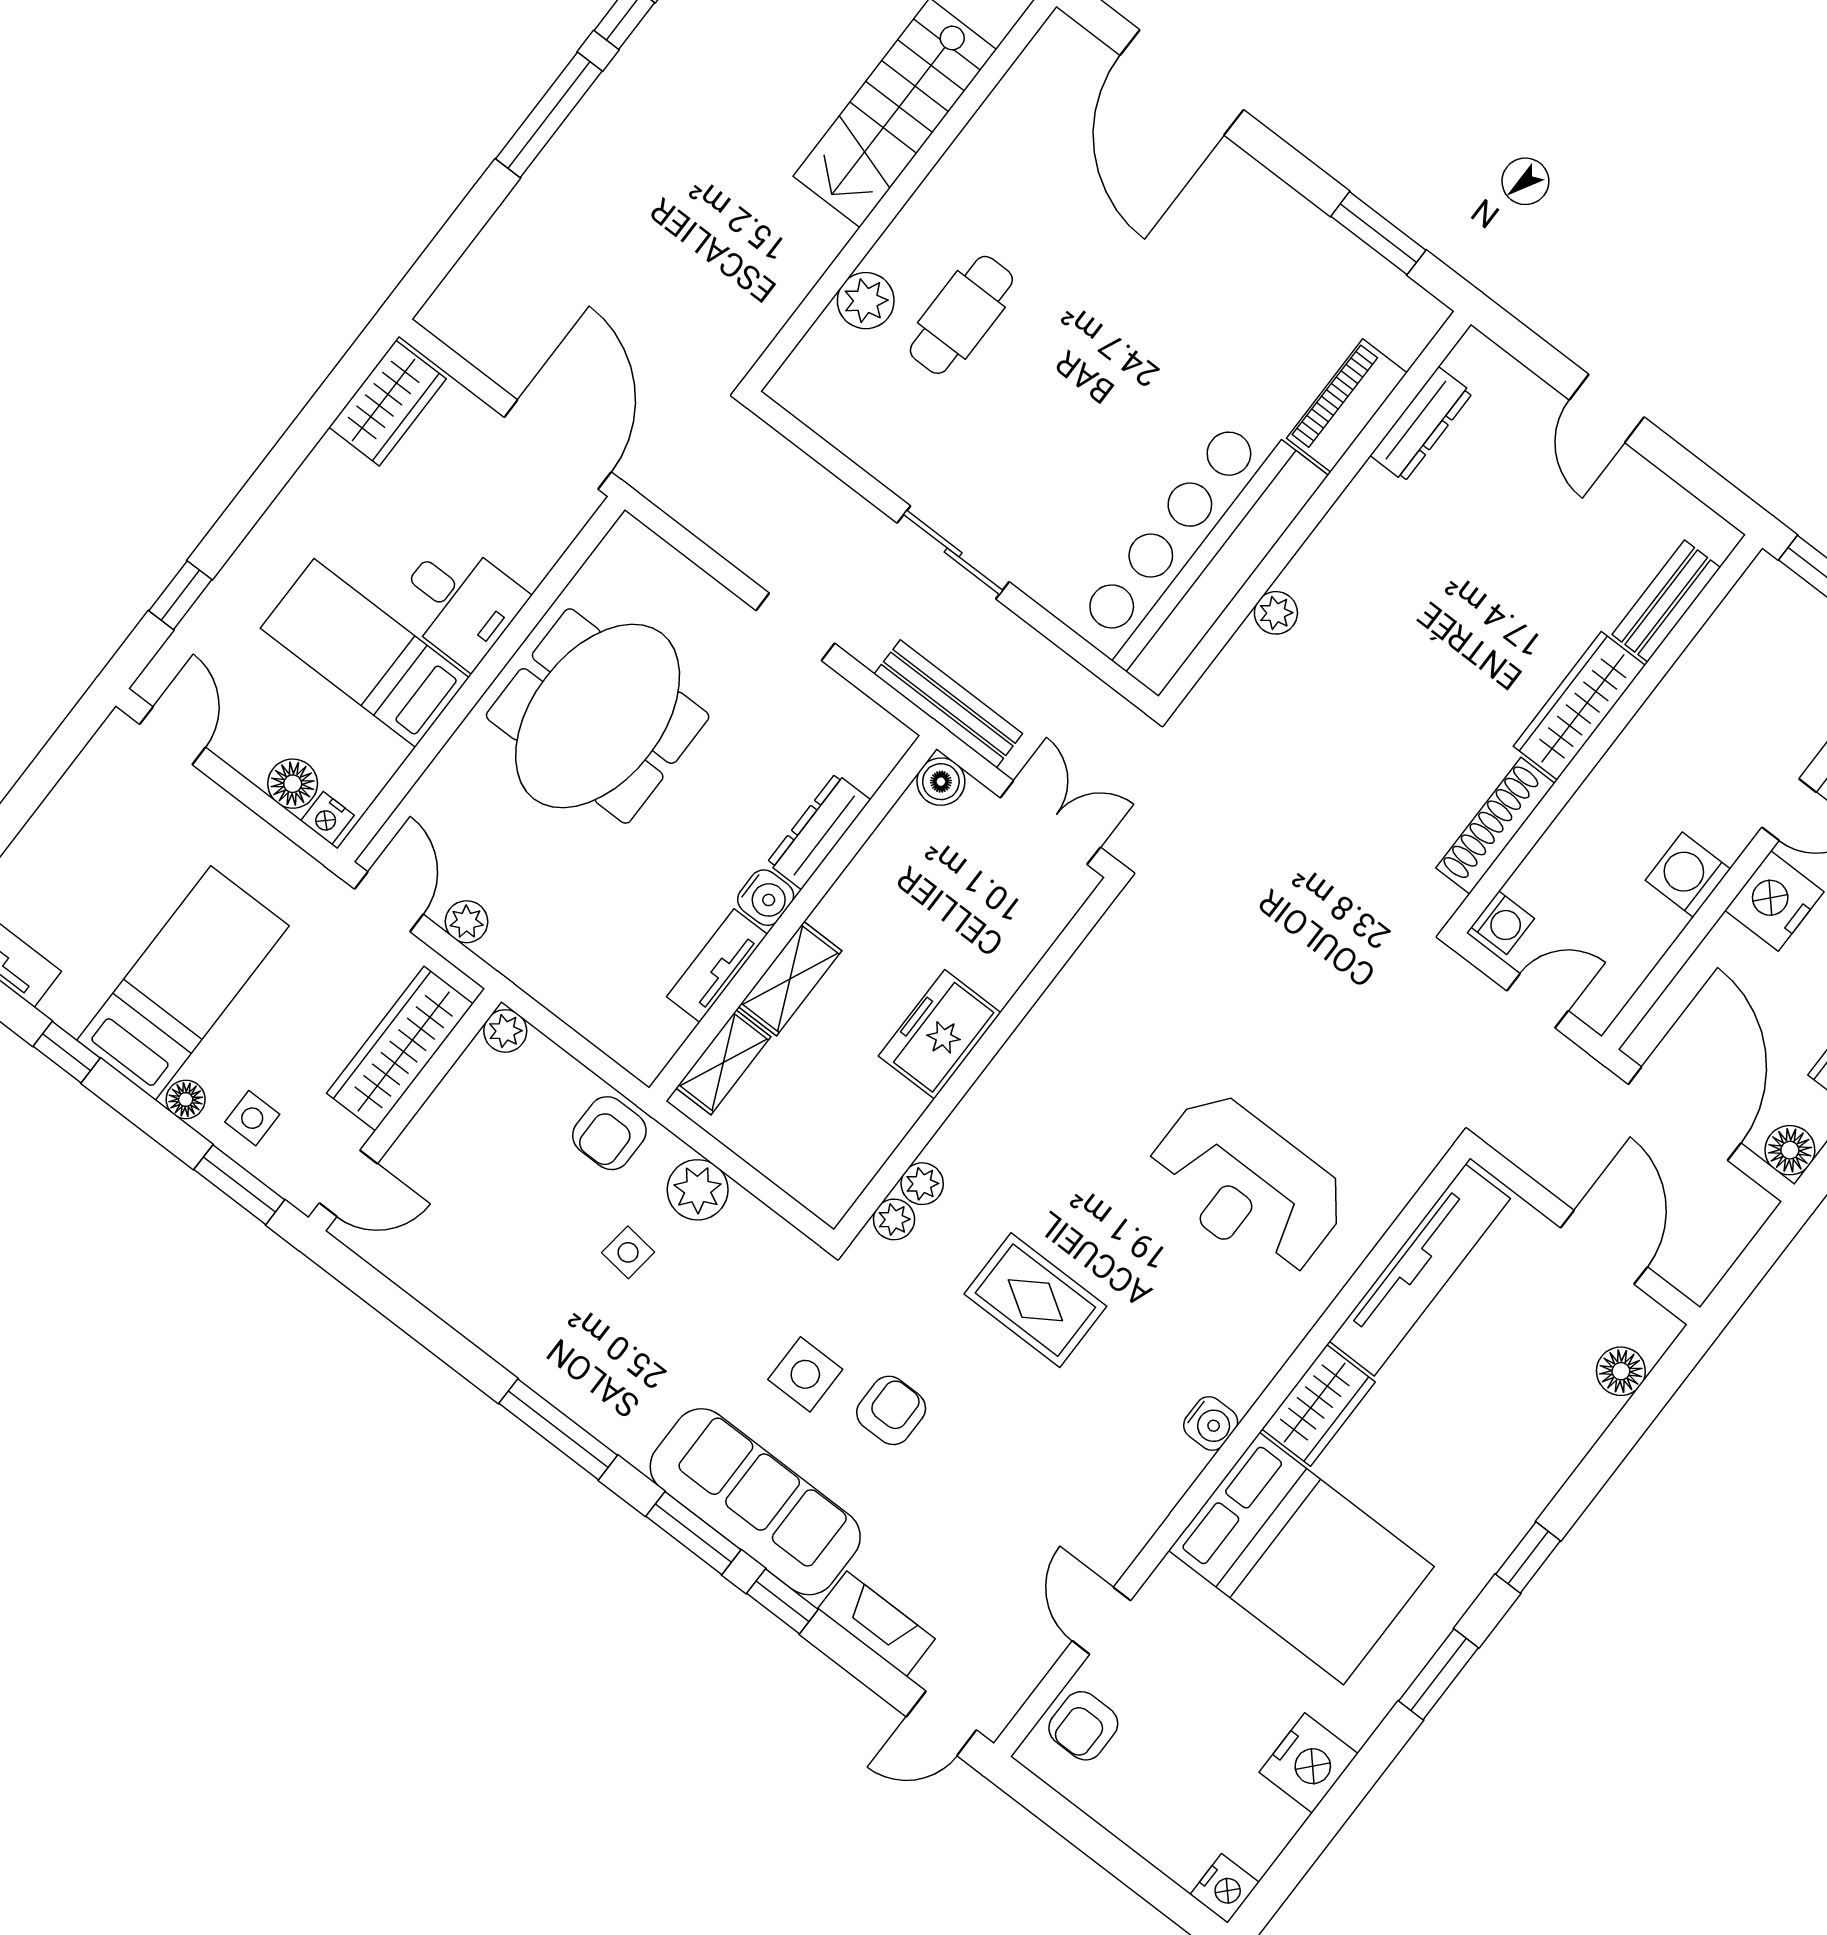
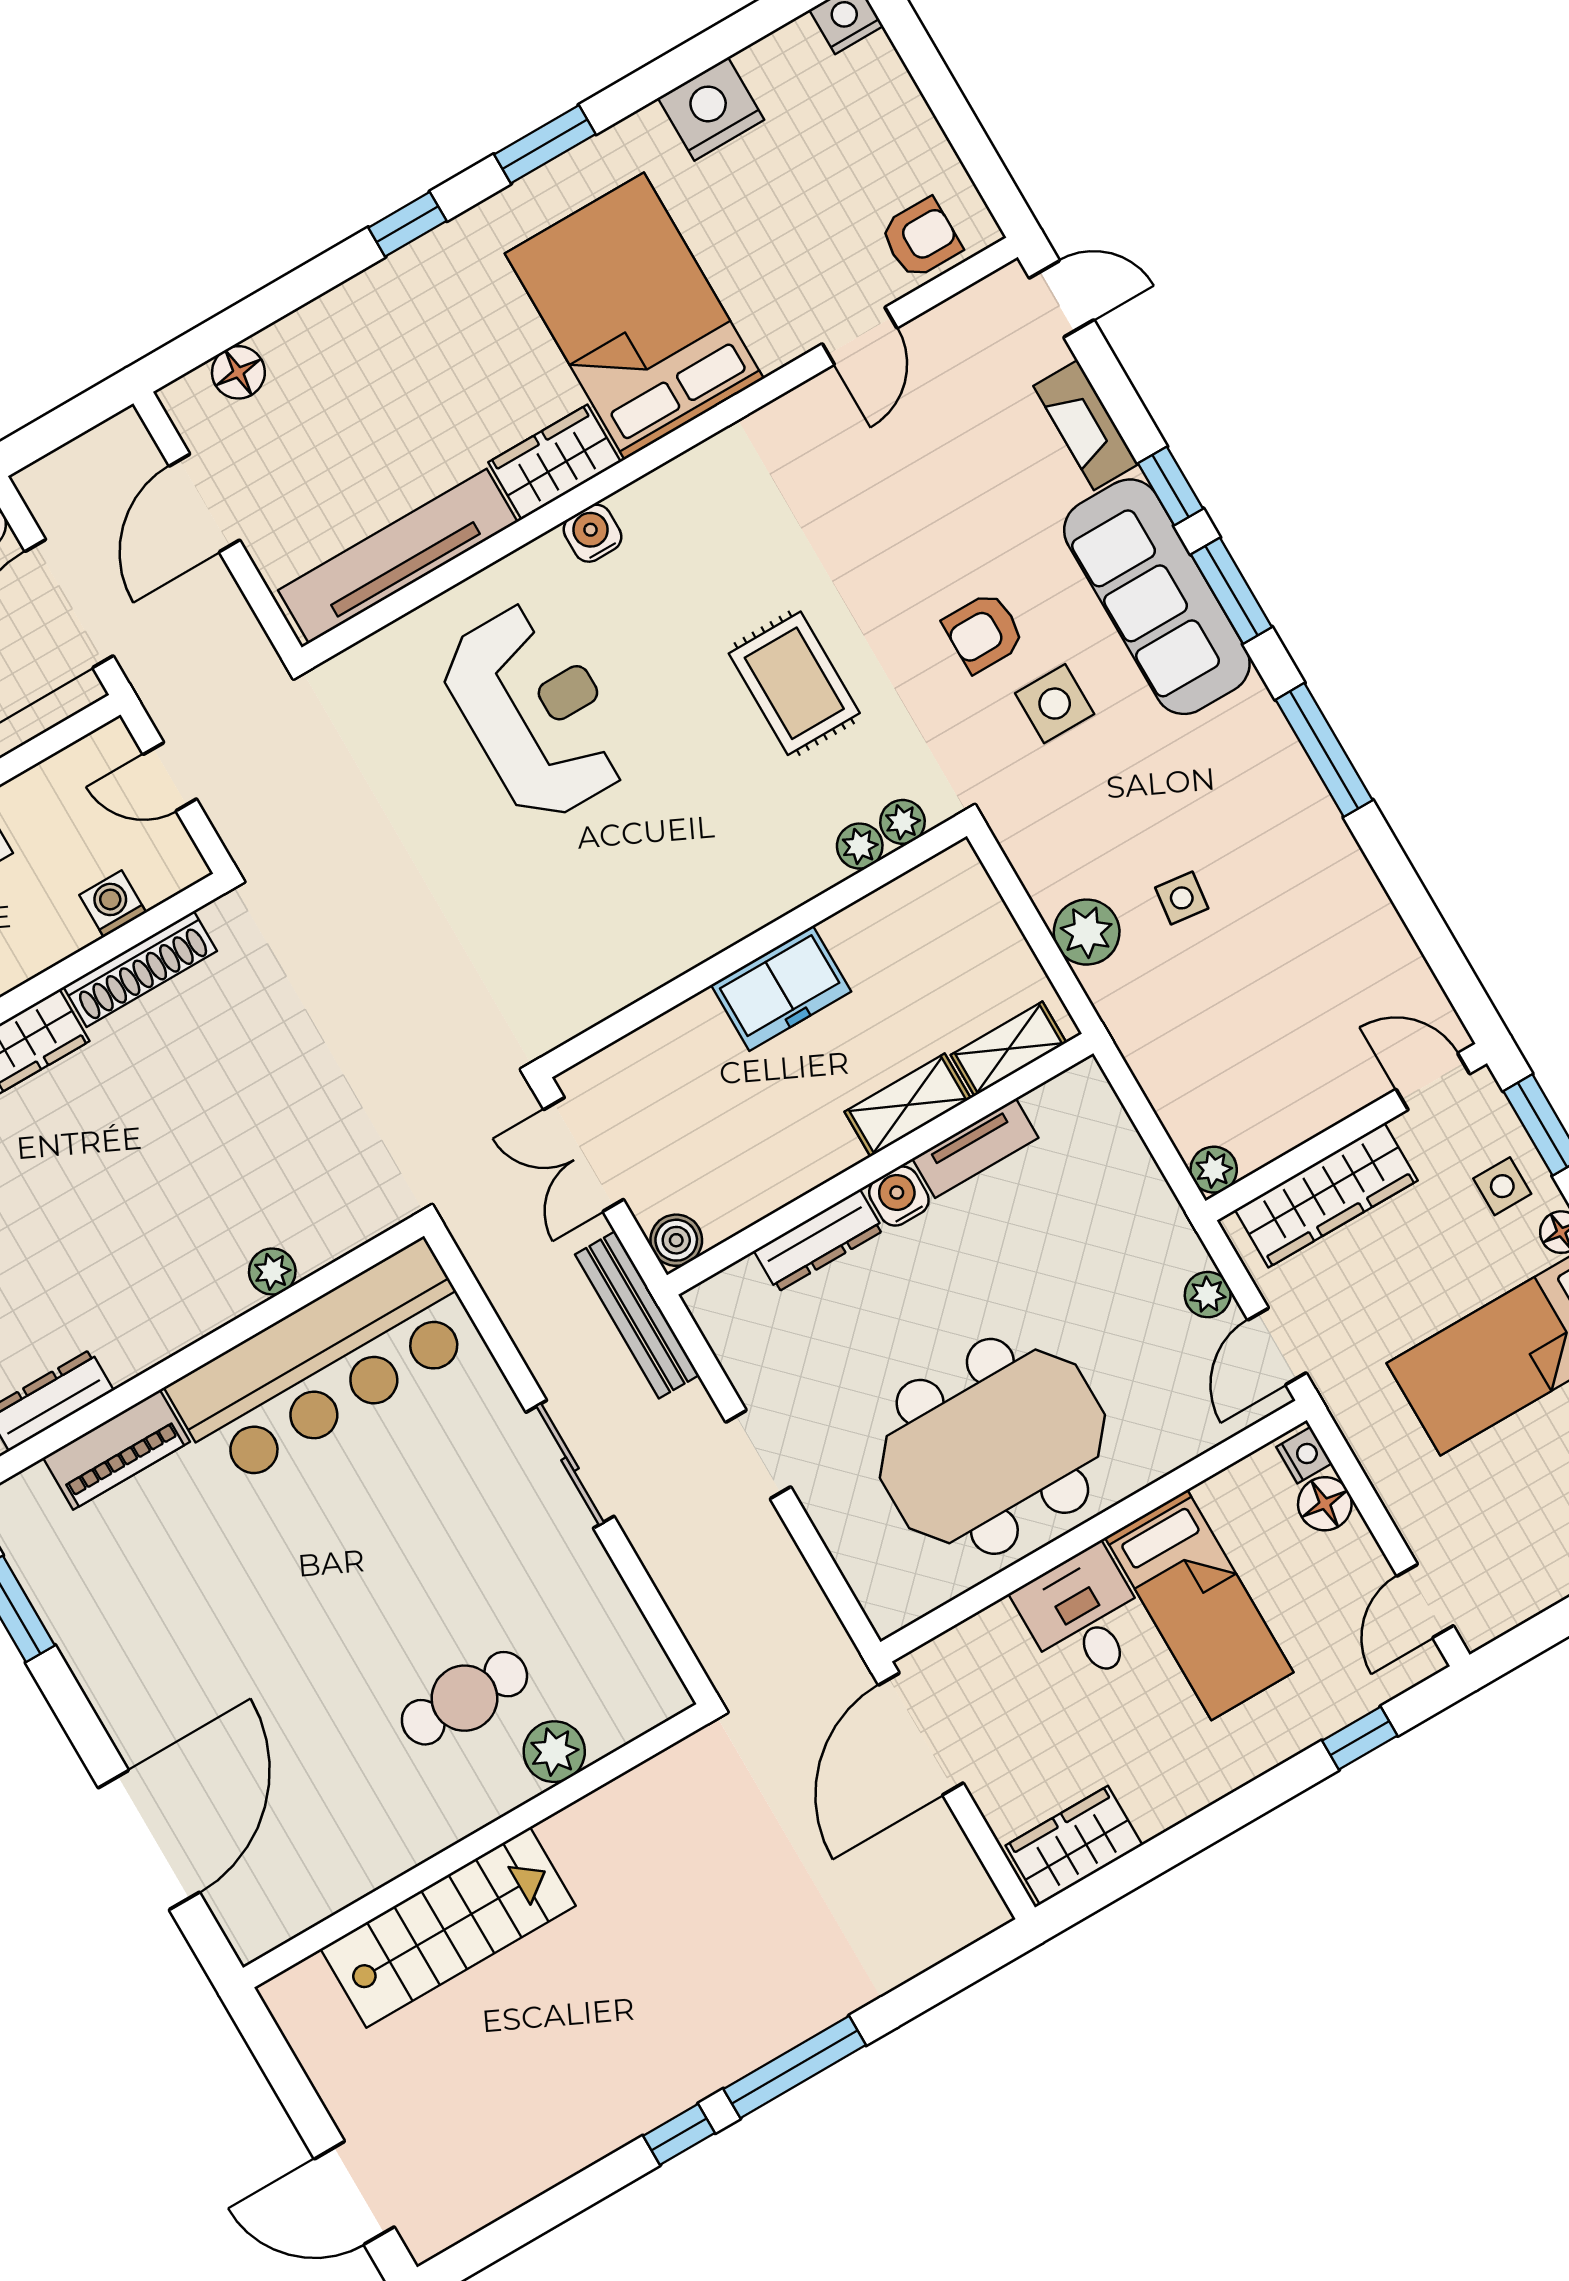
washing machine: (1503, 923) -> (113, 904), moved
armchair: (609, 1133) -> (1152, 1025), removed
water cooler: (1211, 1423) -> (593, 533), moved

